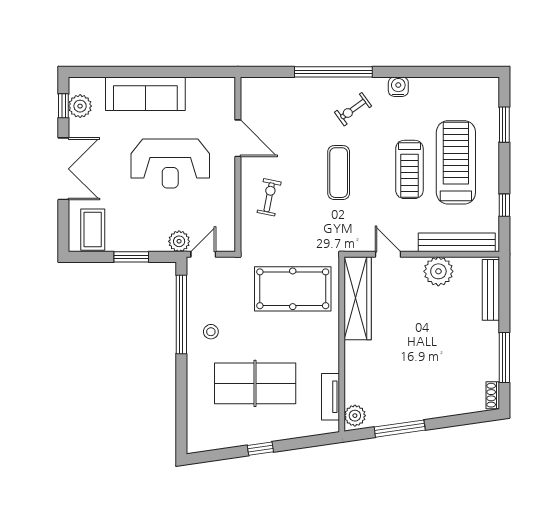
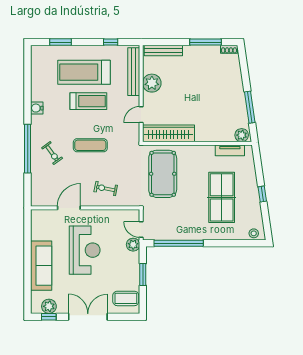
exercise bike: (353, 109) -> (52, 153), moved
stool: (211, 332) -> (254, 233), moved

